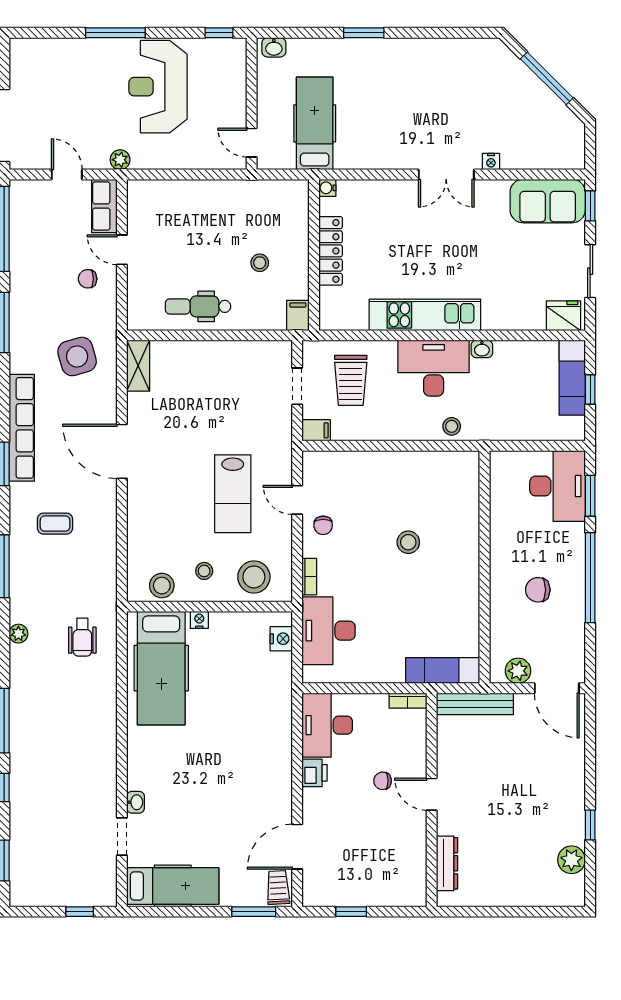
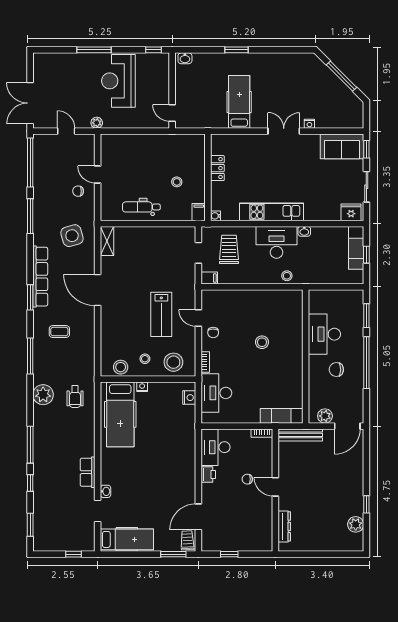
hospital bed: (315, 123) -> (239, 102), moved
double door: (446, 174) -> (284, 131), swing flipped
water cooler: (327, 188) -> (216, 216), moved
row of seats: (104, 206) -> (88, 472), moved
locker: (331, 251) -> (217, 168), width x0.66
trolley: (351, 380) -> (229, 249), turned 180
desk: (558, 486) -> (324, 334), moved, turned 180
plant: (18, 634) -> (43, 395), width x1.88, depth x1.88
door: (557, 688) -> (347, 426), hinge flipped

